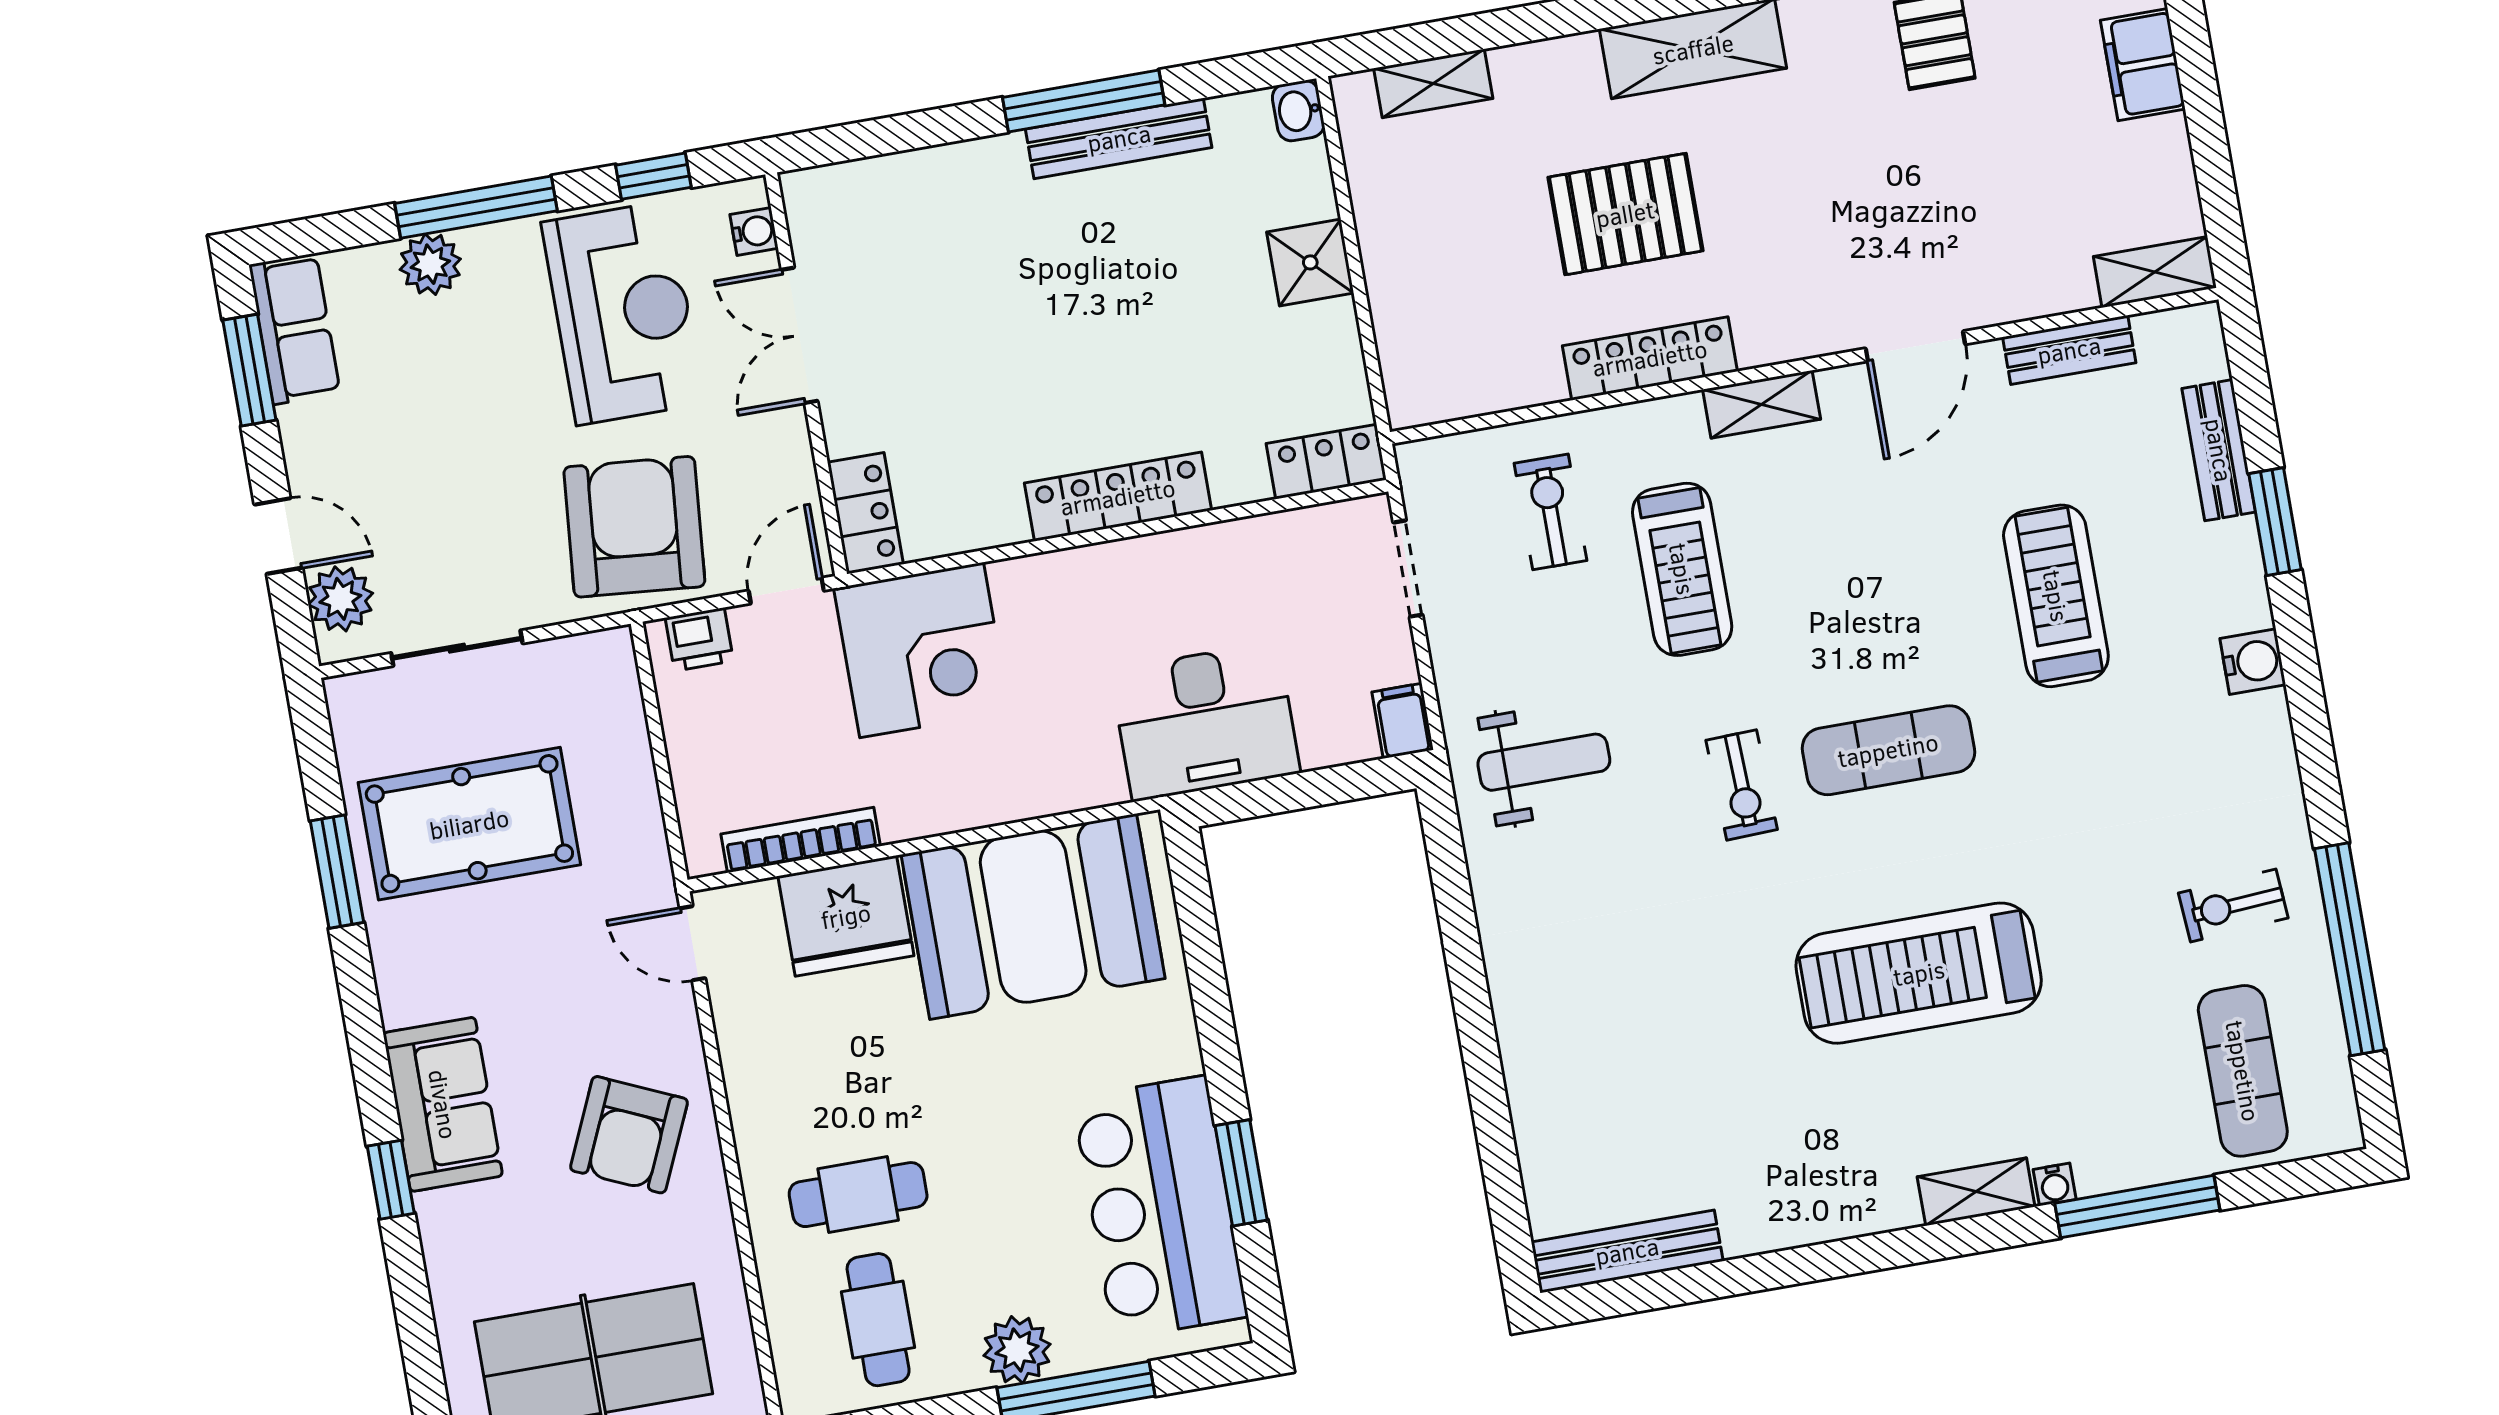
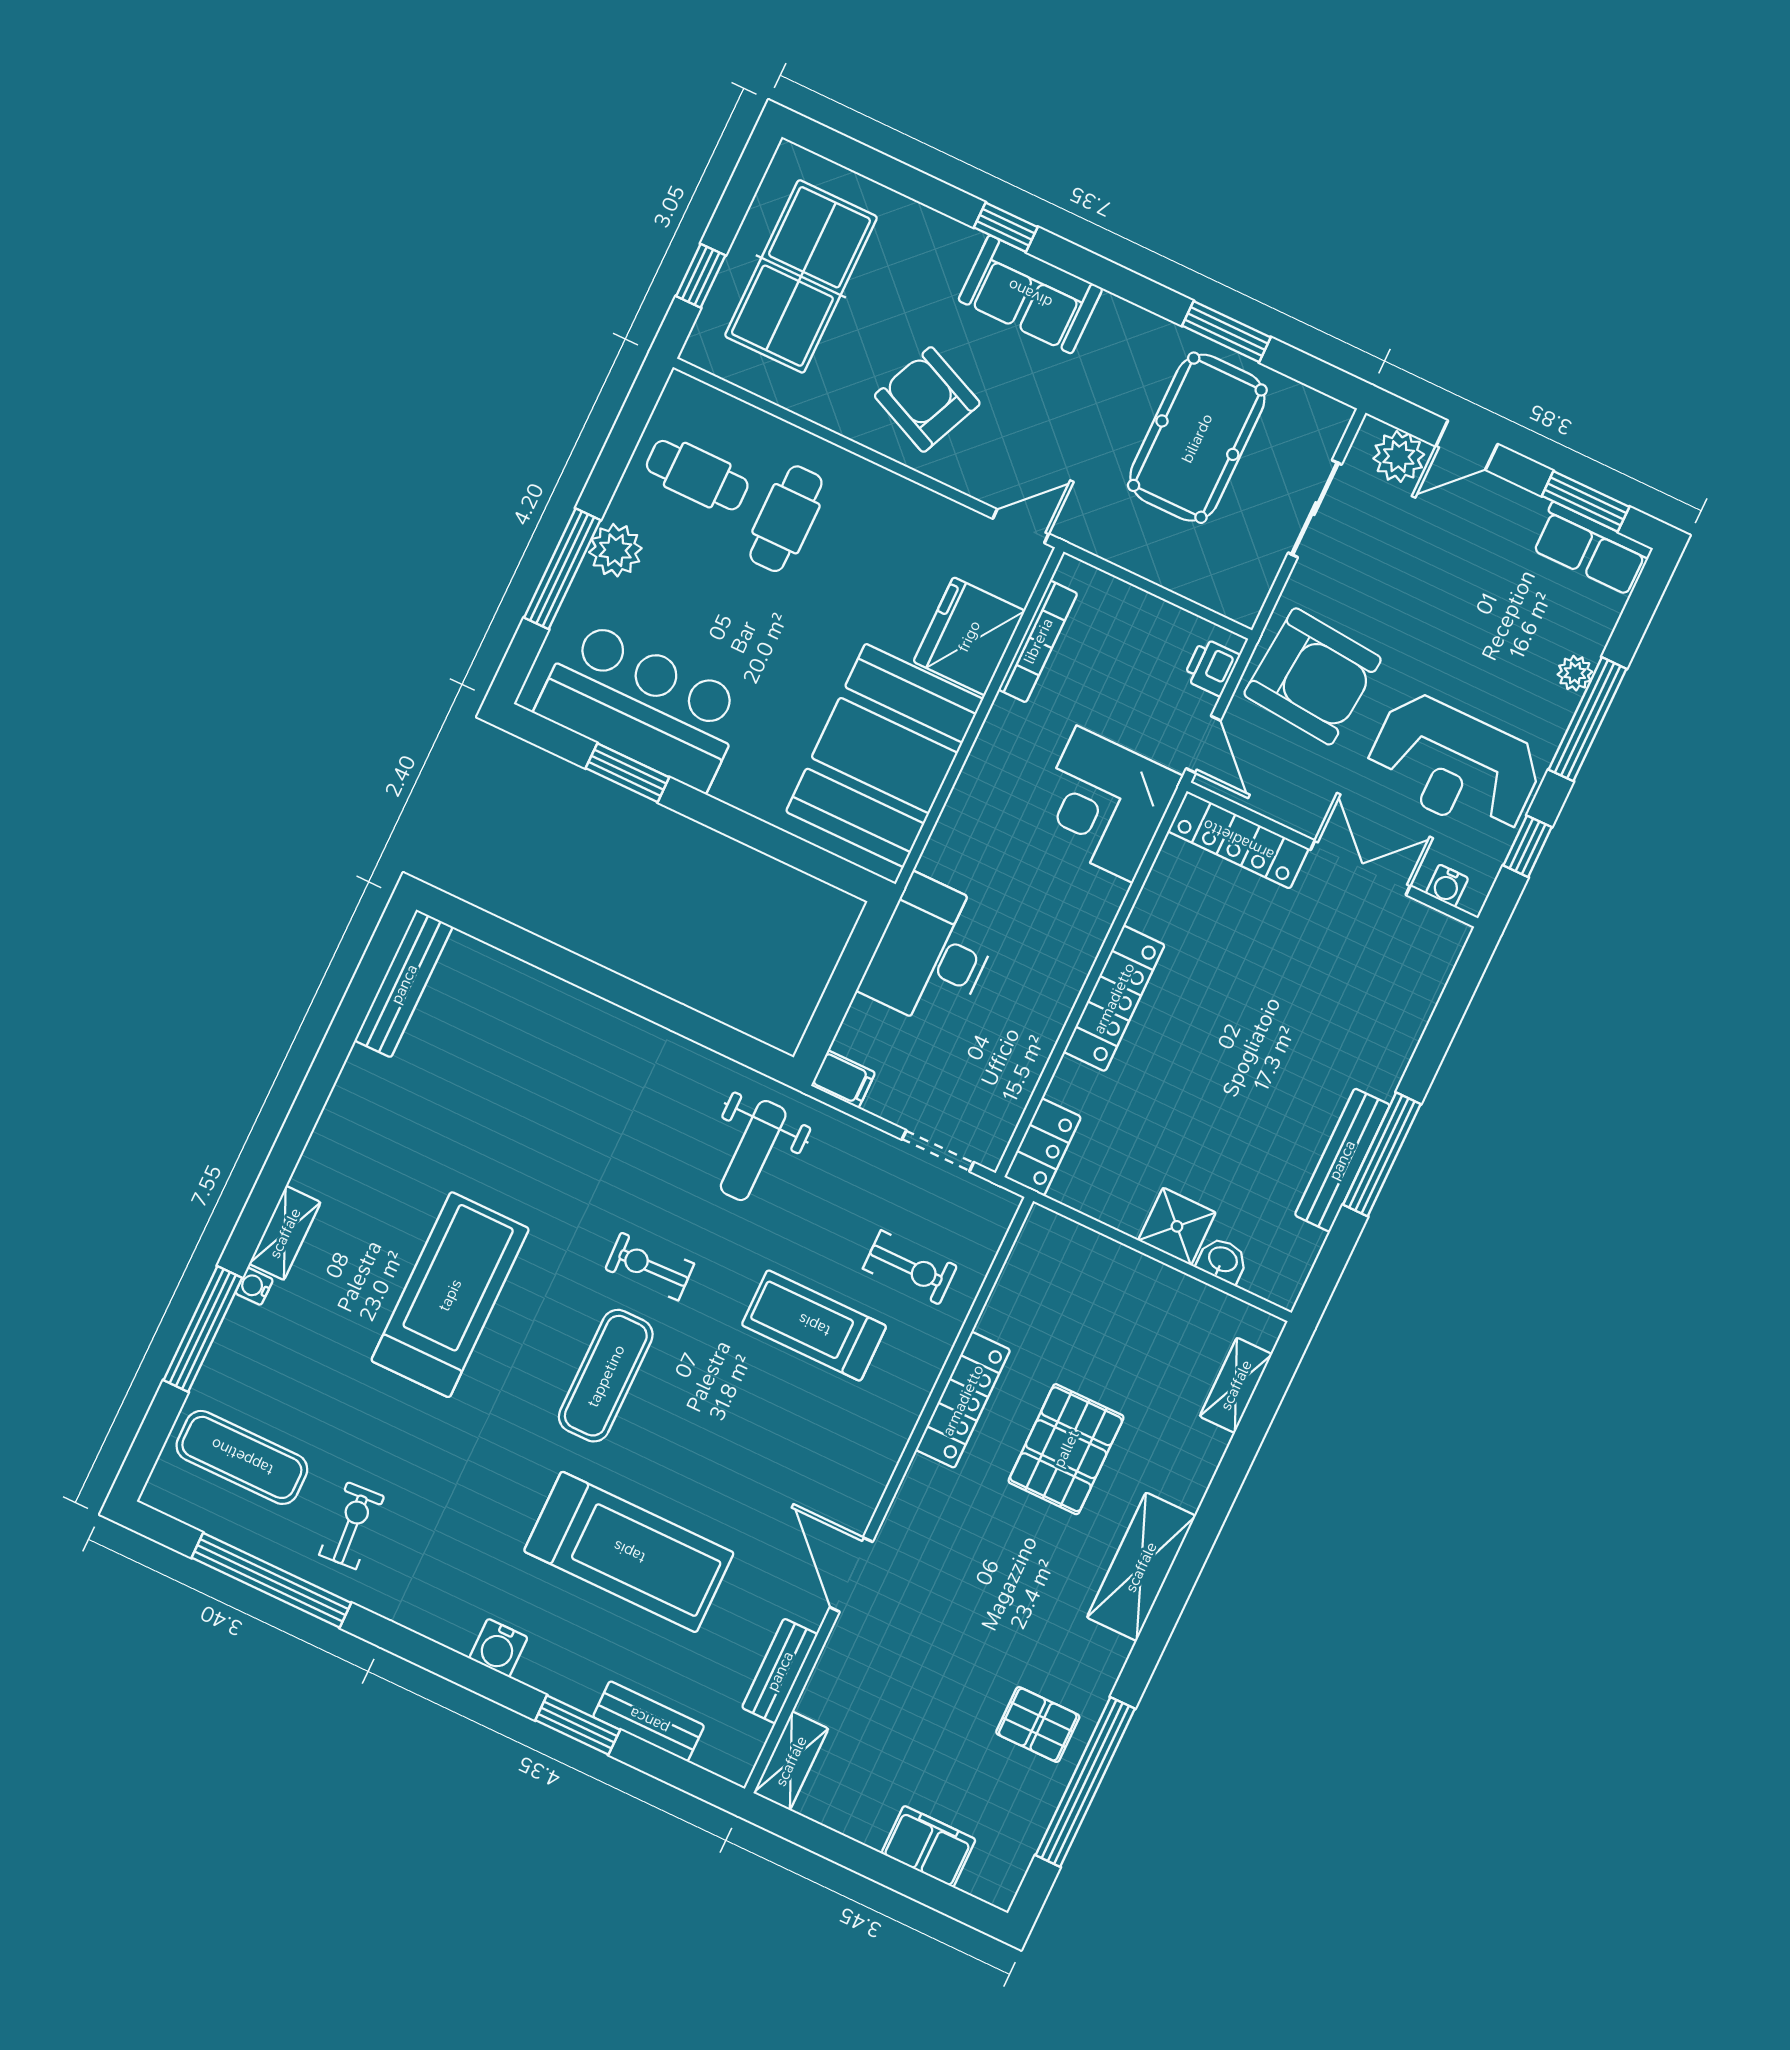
washbasin: (1298, 111) -> (1222, 1260), moved
plant: (430, 264) -> (1575, 673), width x0.73, depth x0.73
shelving: (1762, 404) -> (883, 1450), removed
locker: (865, 513) -> (1238, 840), width x1.53
treadmill: (2056, 596) -> (629, 1552), width x1.37, depth x1.38

